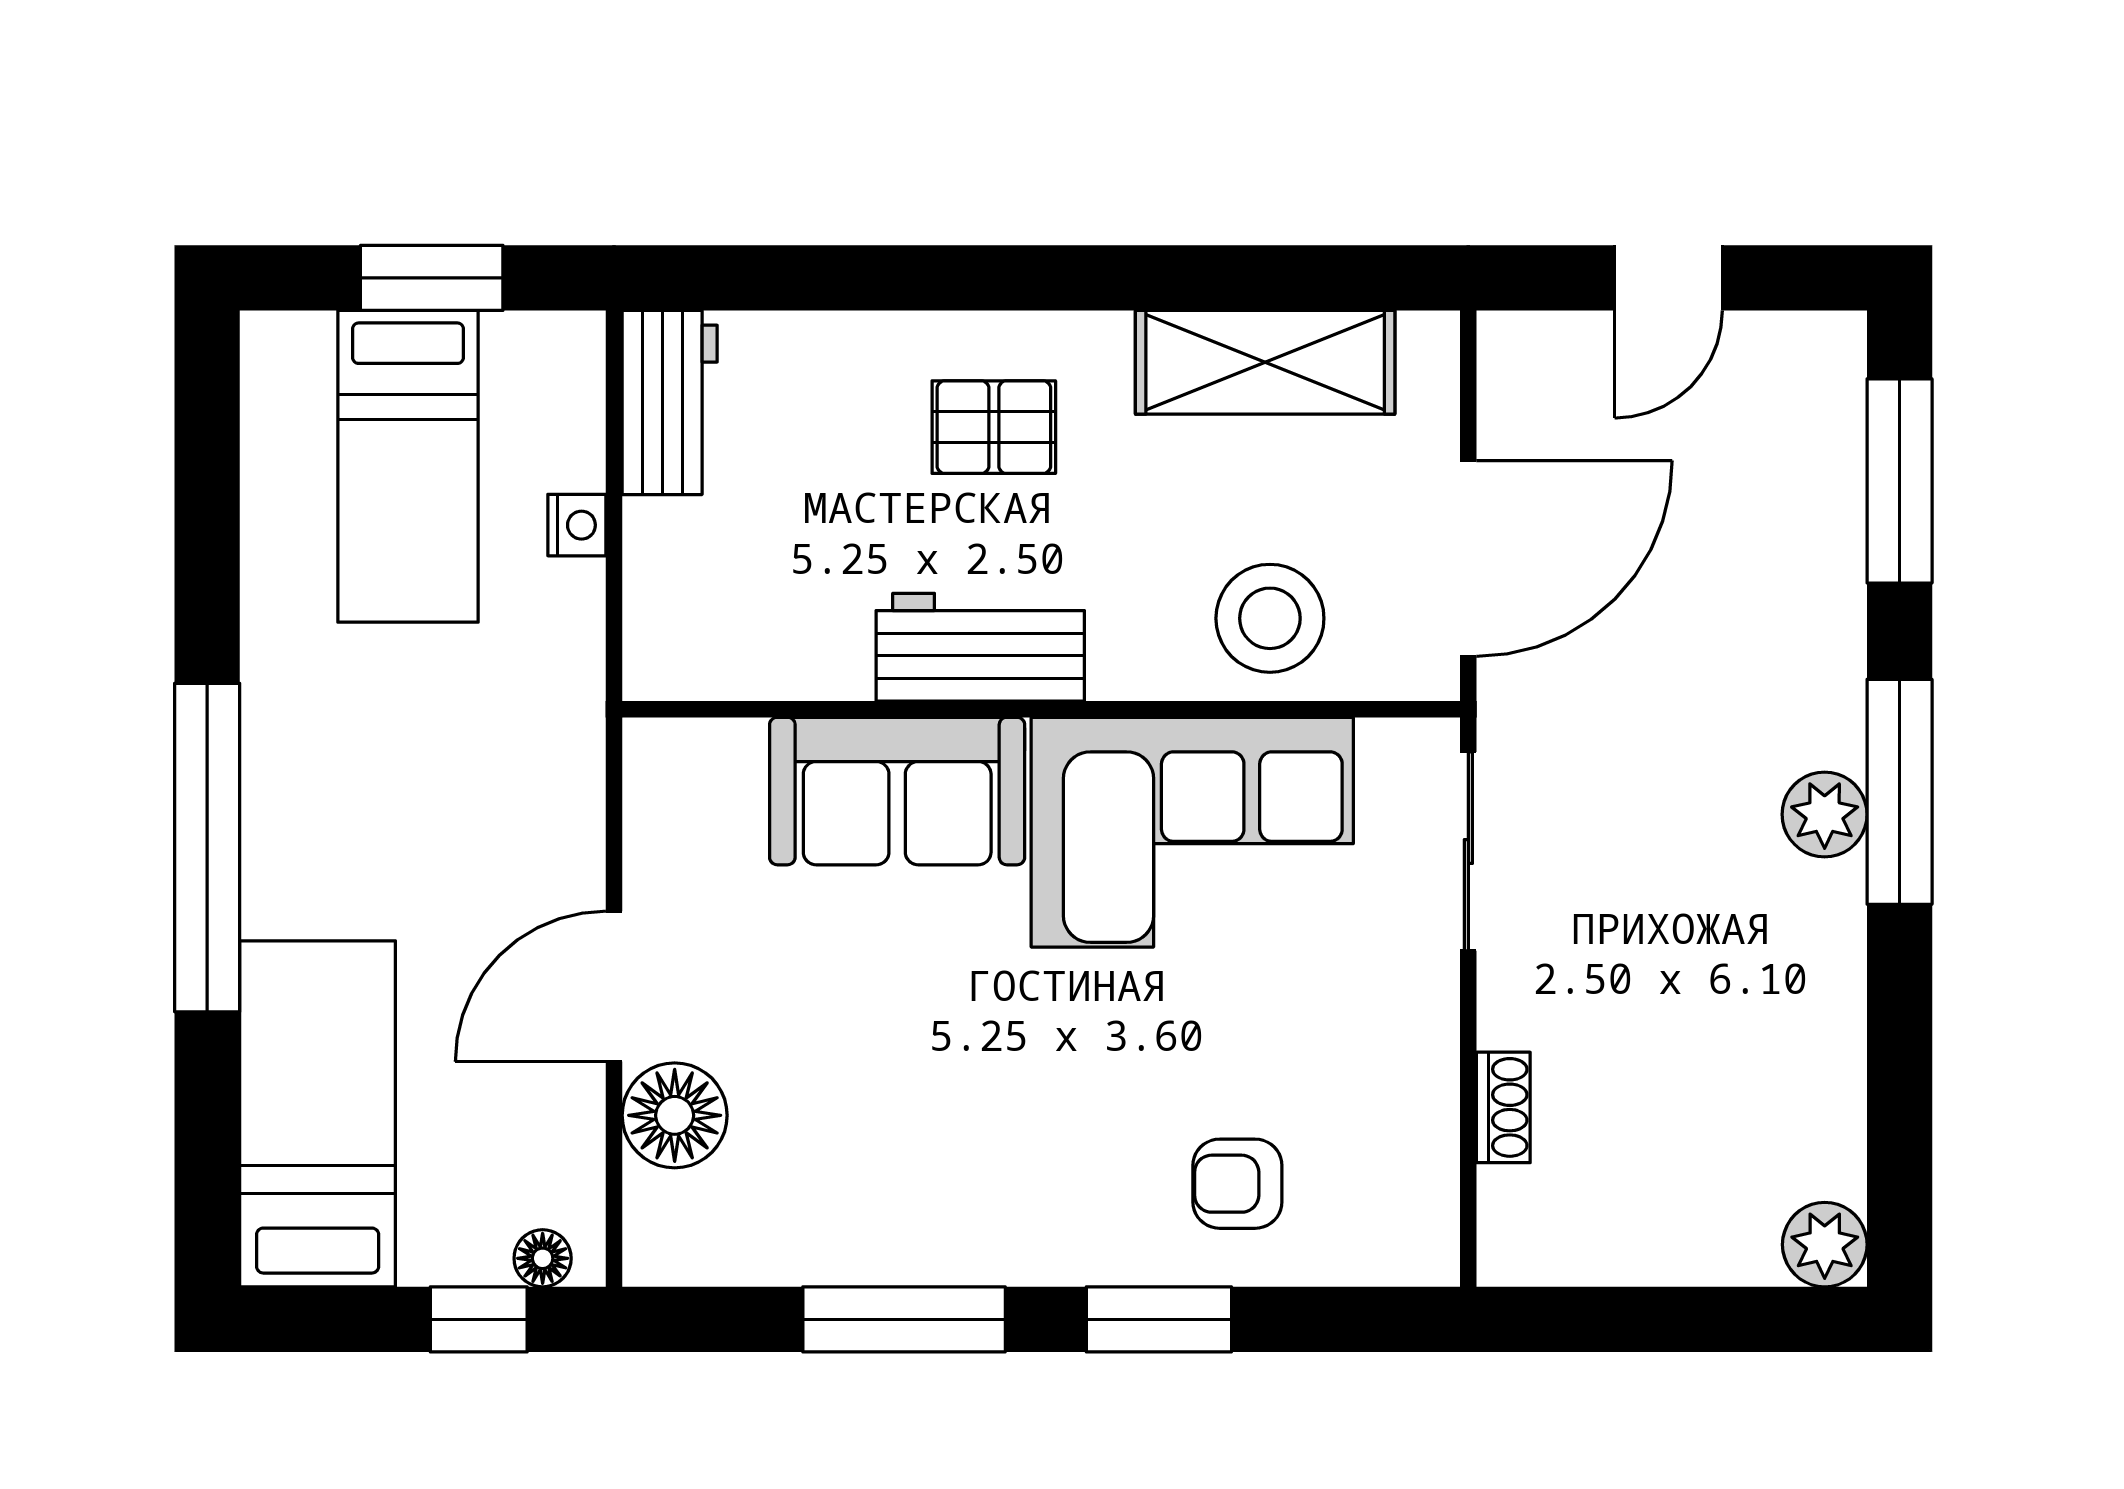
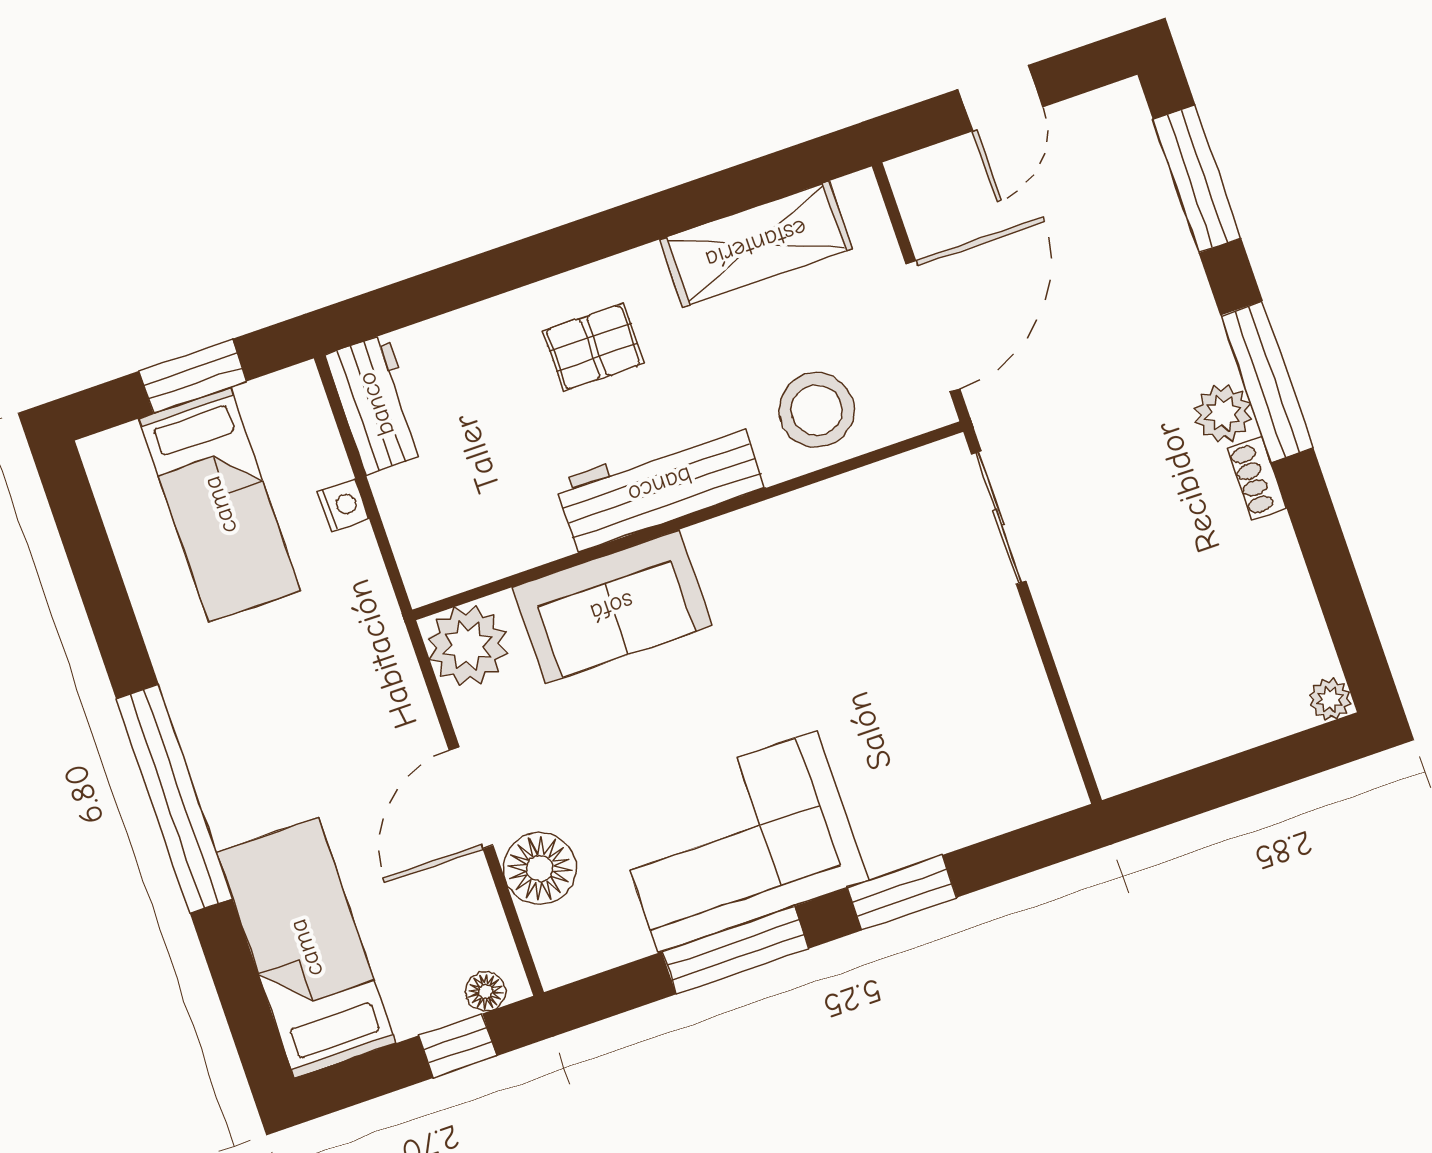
workbench: (980, 647) -> (660, 485), width x1.38
plant: (681, 776) -> (468, 645), added
corner sofa: (1192, 832) -> (738, 842), moved, turned 180
shoe rack: (1503, 1107) -> (1257, 478), moved, turned 180
armchair: (1237, 1184) -> (923, 787), removed
plant: (1825, 1245) -> (1330, 699), width x0.73, depth x0.73

